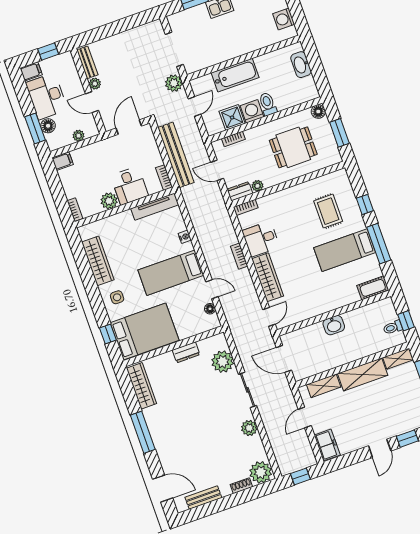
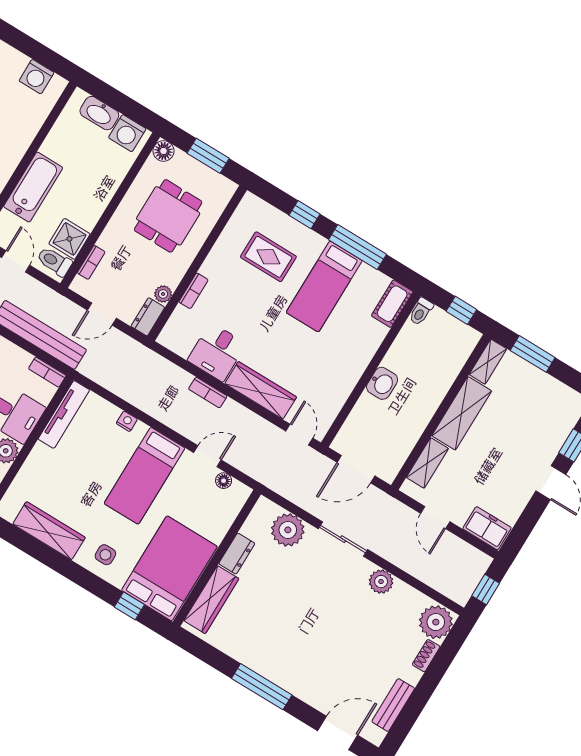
toilet: (268, 104) -> (54, 261), moved
washing machine: (252, 111) -> (127, 133), moved, turned -90
bookcase: (246, 207) -> (193, 291), moved
toilet: (393, 327) -> (421, 311), moved
wardrobe: (141, 386) -> (211, 600), moved, turned 90

